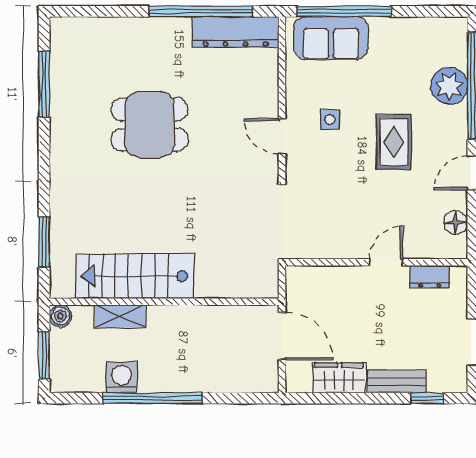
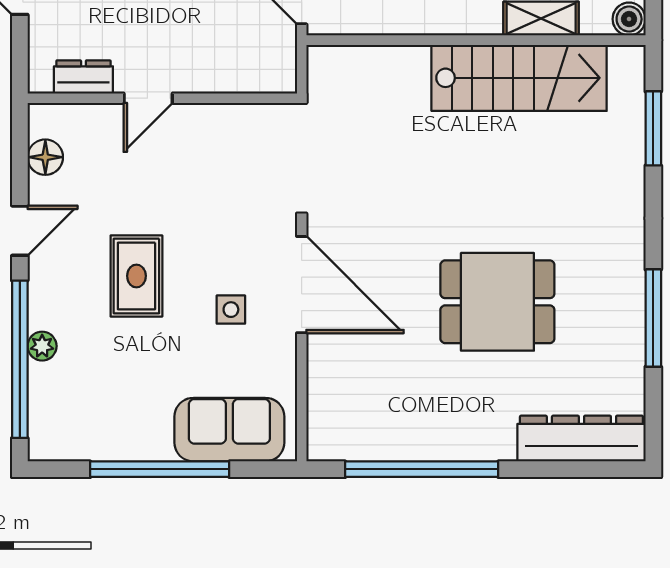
window: (344, 11) -> (160, 469), moved
dresser: (236, 32) -> (581, 439), moved
window: (44, 84) -> (653, 318), moved
plant: (449, 86) -> (42, 346), width x0.53, depth x0.53
door: (282, 136) -> (302, 285), width x1.88

